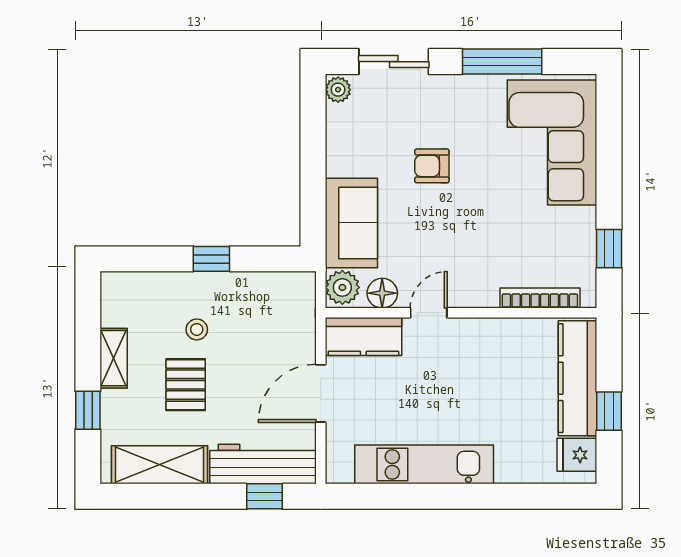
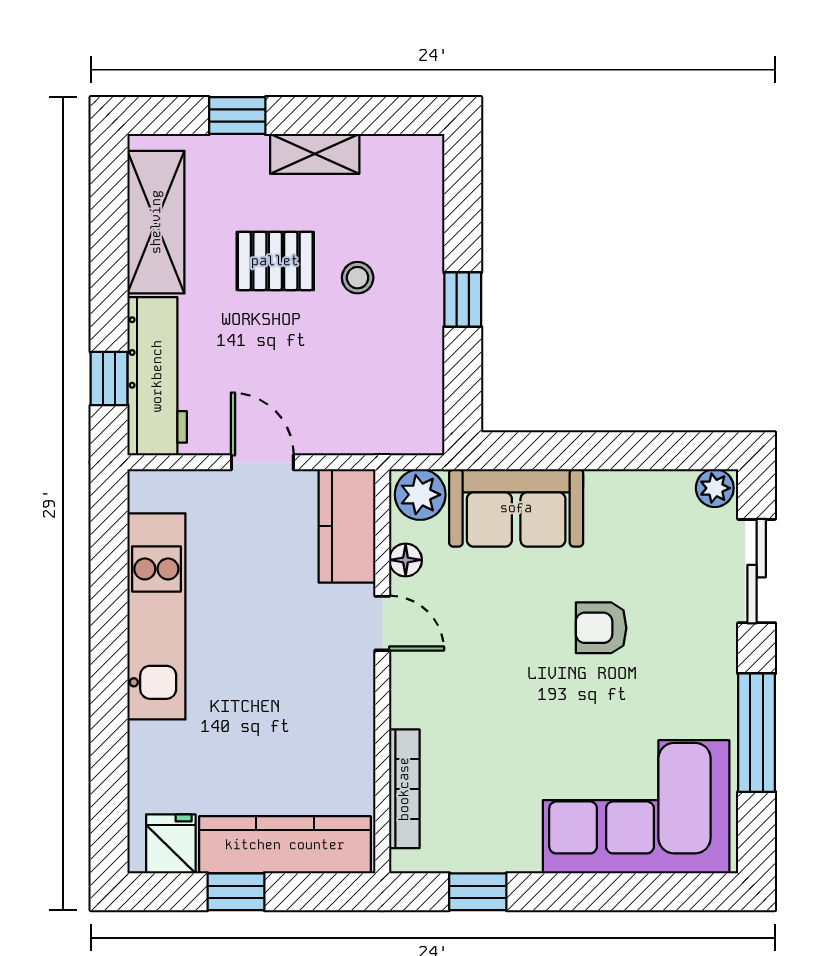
armchair: (432, 166) -> (601, 628), turned -90
floor lamp: (382, 293) -> (406, 560), width x0.73, depth x0.73
door: (321, 393) -> (262, 462), width x0.73

